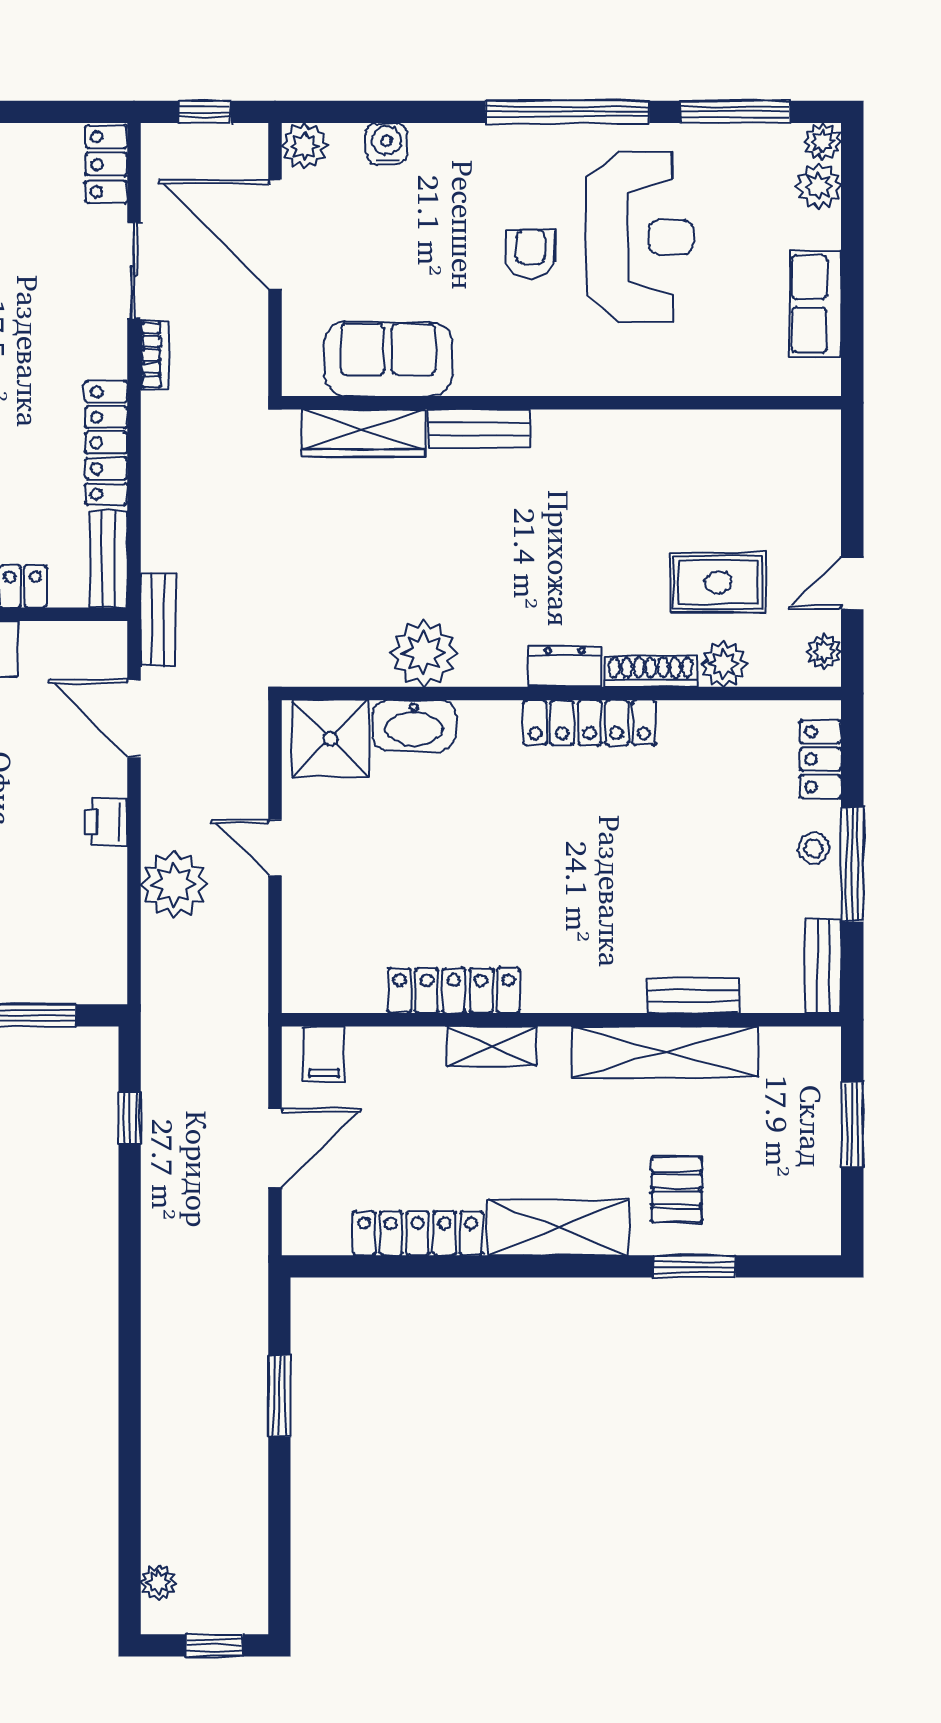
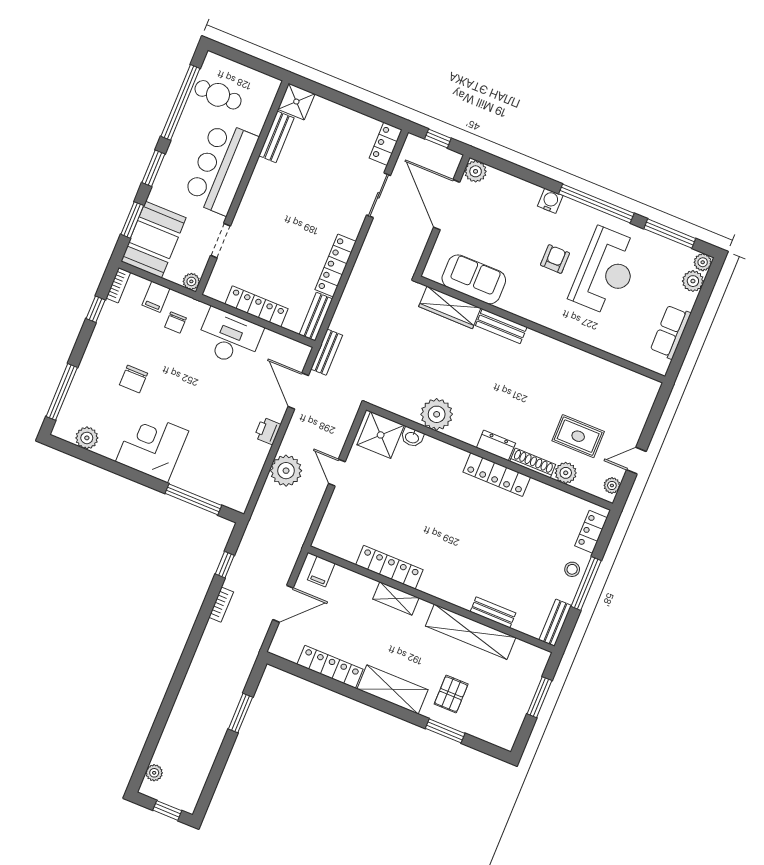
water cooler: (387, 144) -> (550, 201), moved
bookcase: (155, 355) -> (221, 605), moved
washbasin: (414, 725) -> (412, 437), width x0.52, depth x0.69

